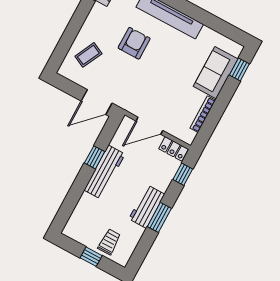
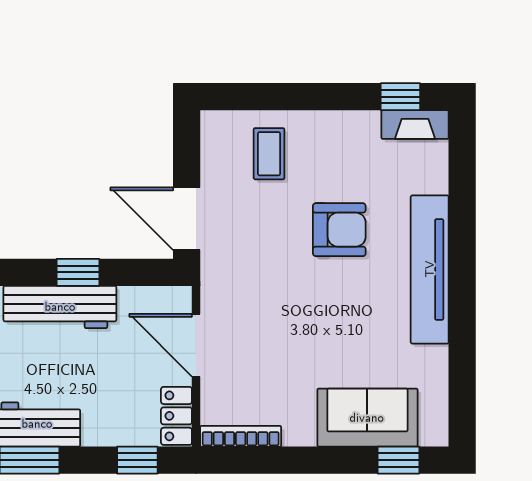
coffee table: (88, 55) -> (269, 154), turned 64
bookcase: (203, 114) -> (241, 436), moved

